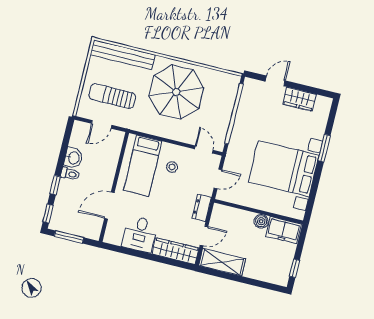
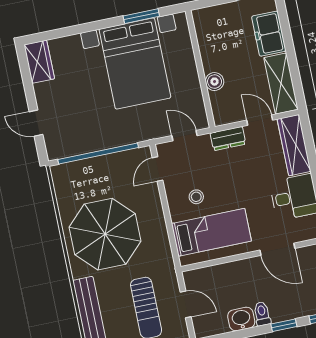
wardrobe: (300, 99) -> (39, 62), moved
window: (324, 148) -> (141, 16), moved
boiler: (261, 221) -> (215, 82), moved
freezer: (284, 230) -> (269, 34), moved, turned 180

